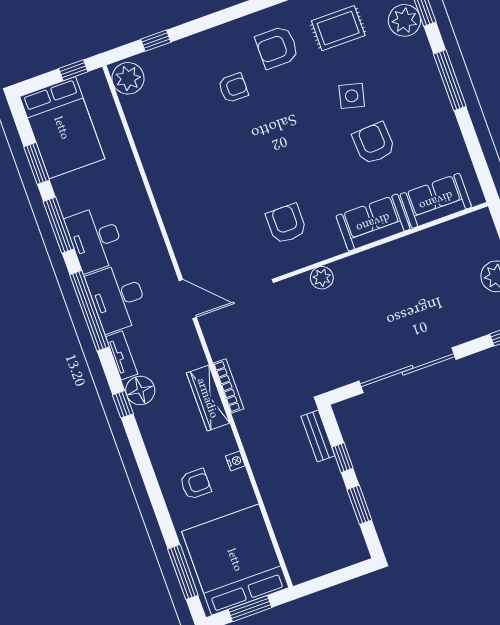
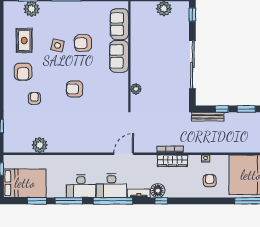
plant: (128, 78) -> (40, 145), moved
armchair: (286, 224) -> (75, 89), moved
bench: (318, 436) -> (208, 117), width x1.36

